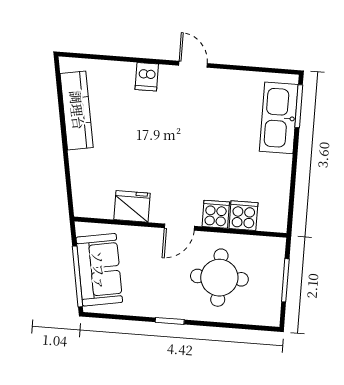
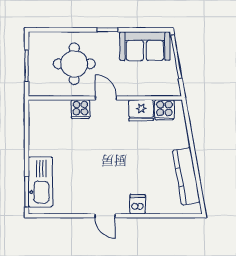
cooker: (243, 216) -> (164, 110), moved
door: (179, 227) -> (106, 98), hinge flipped
sofa: (99, 270) -> (145, 46), moved, turned -80

